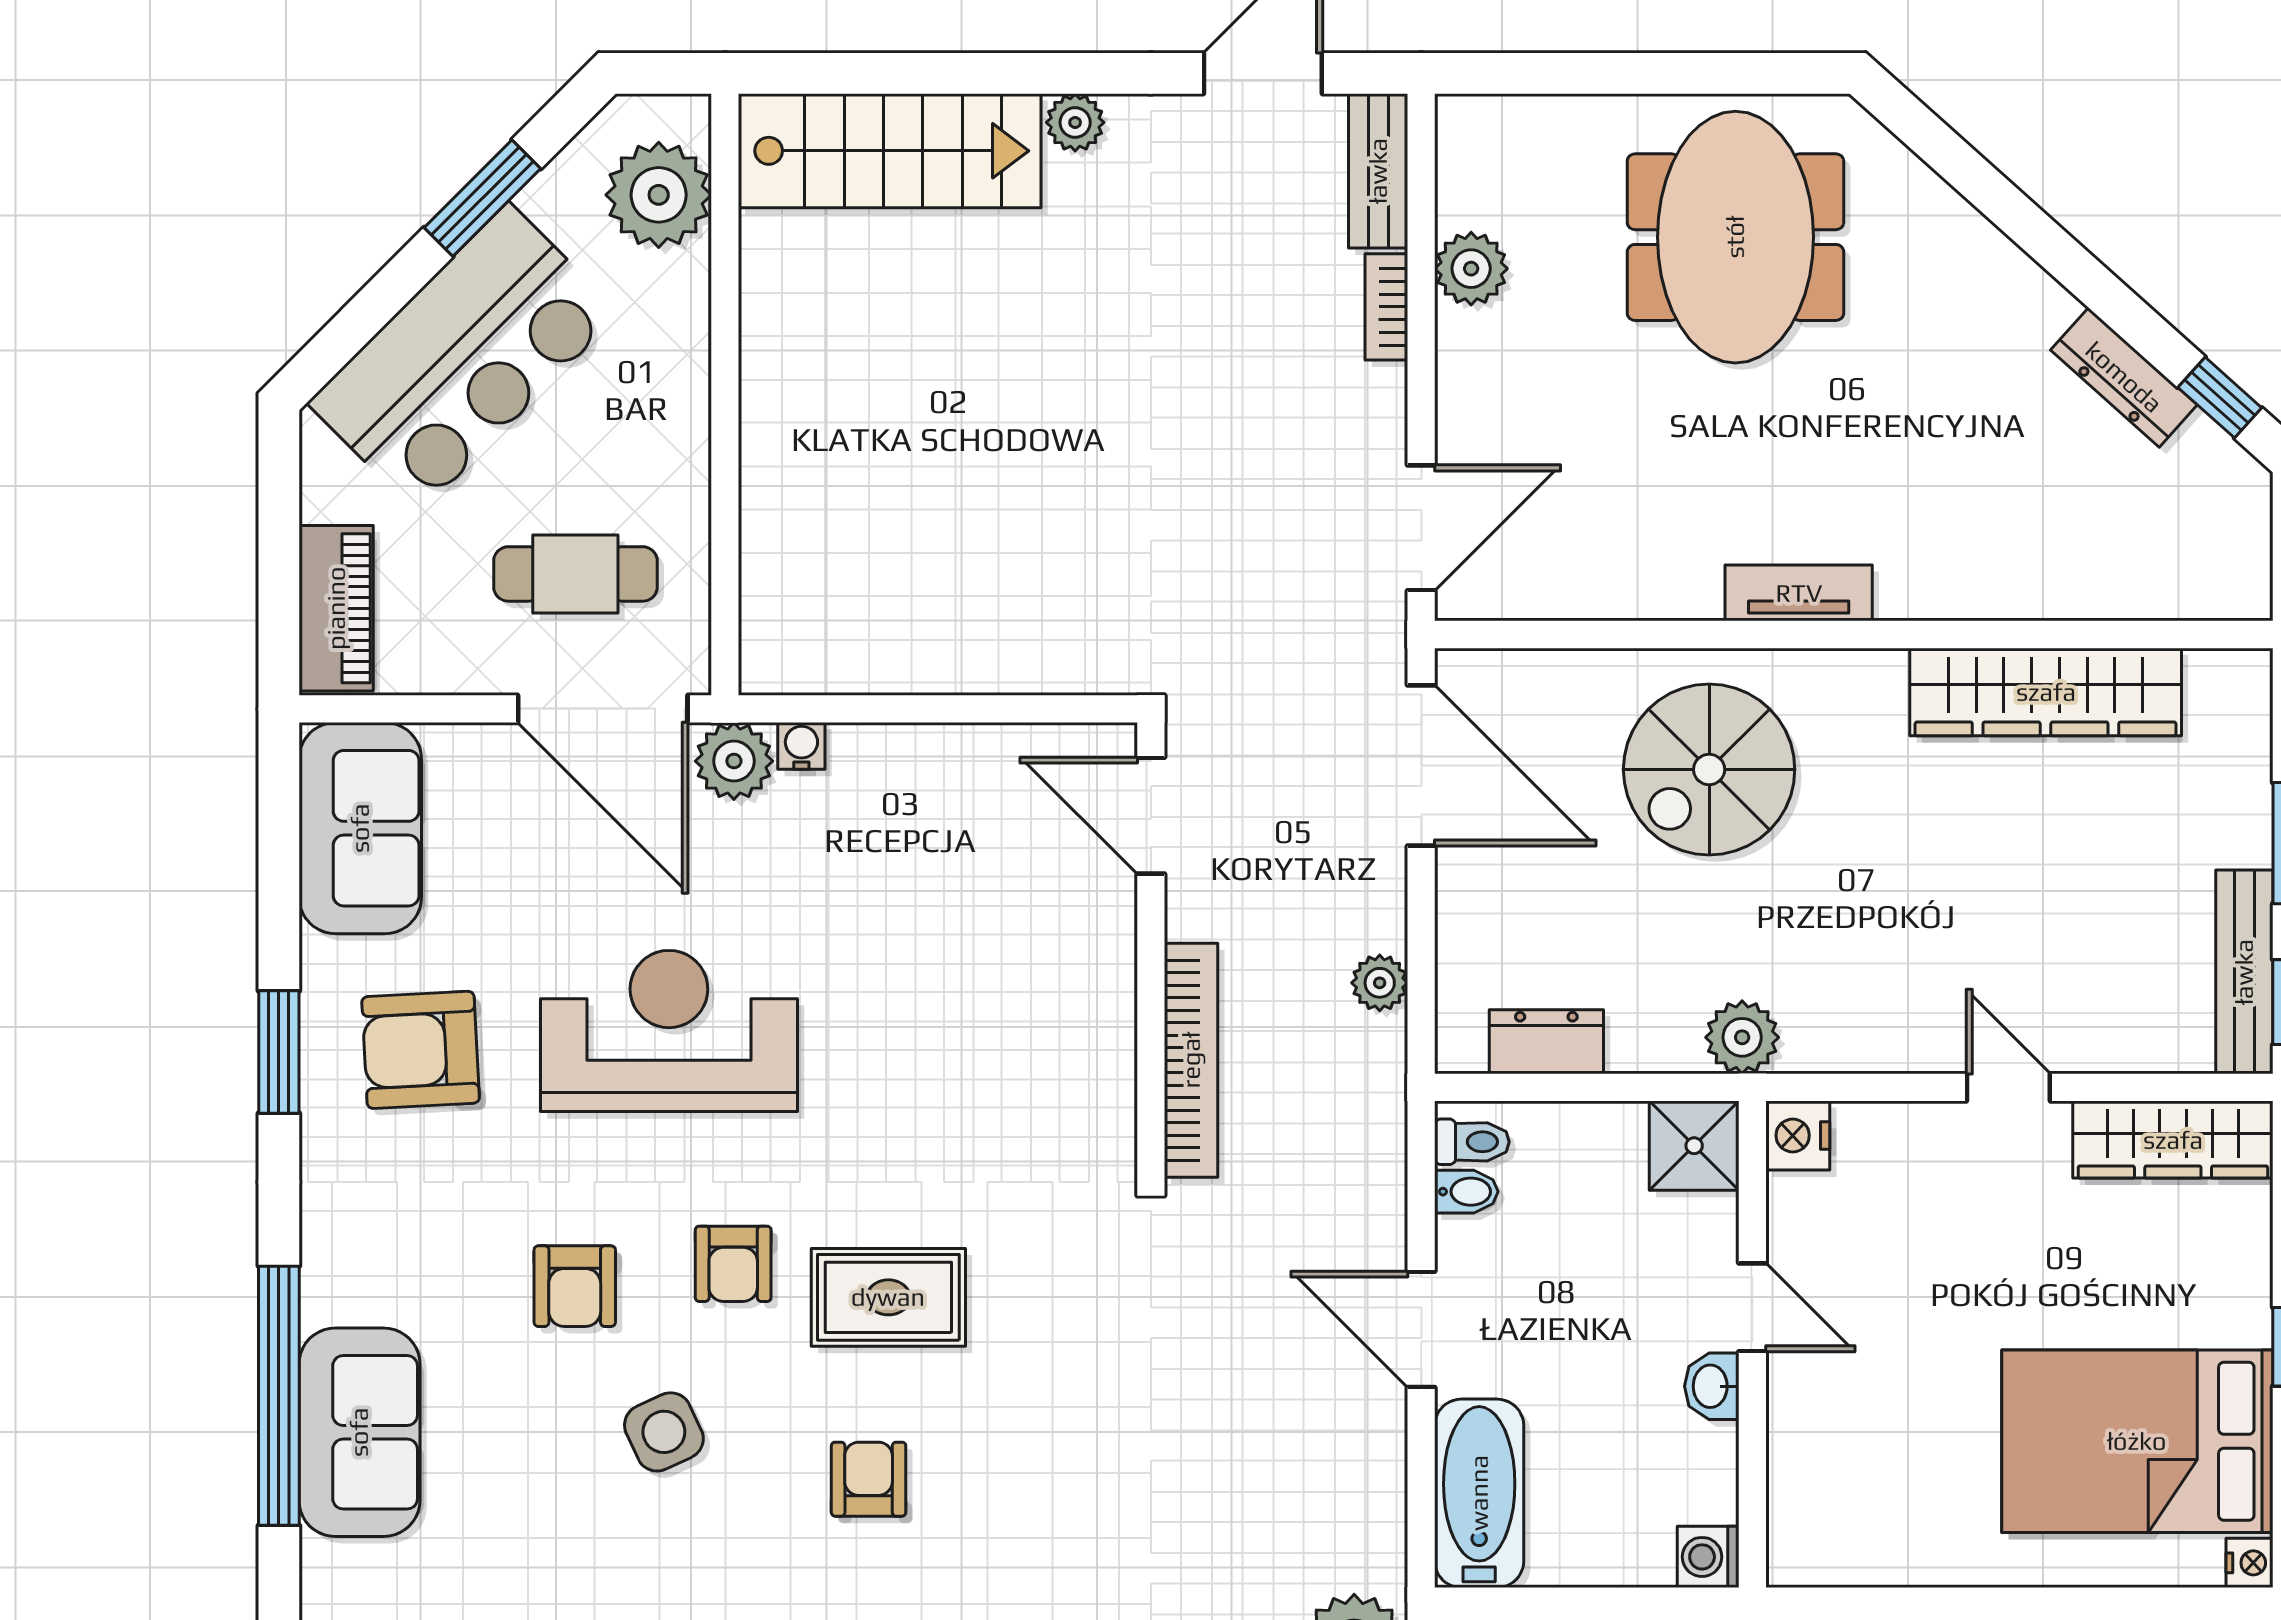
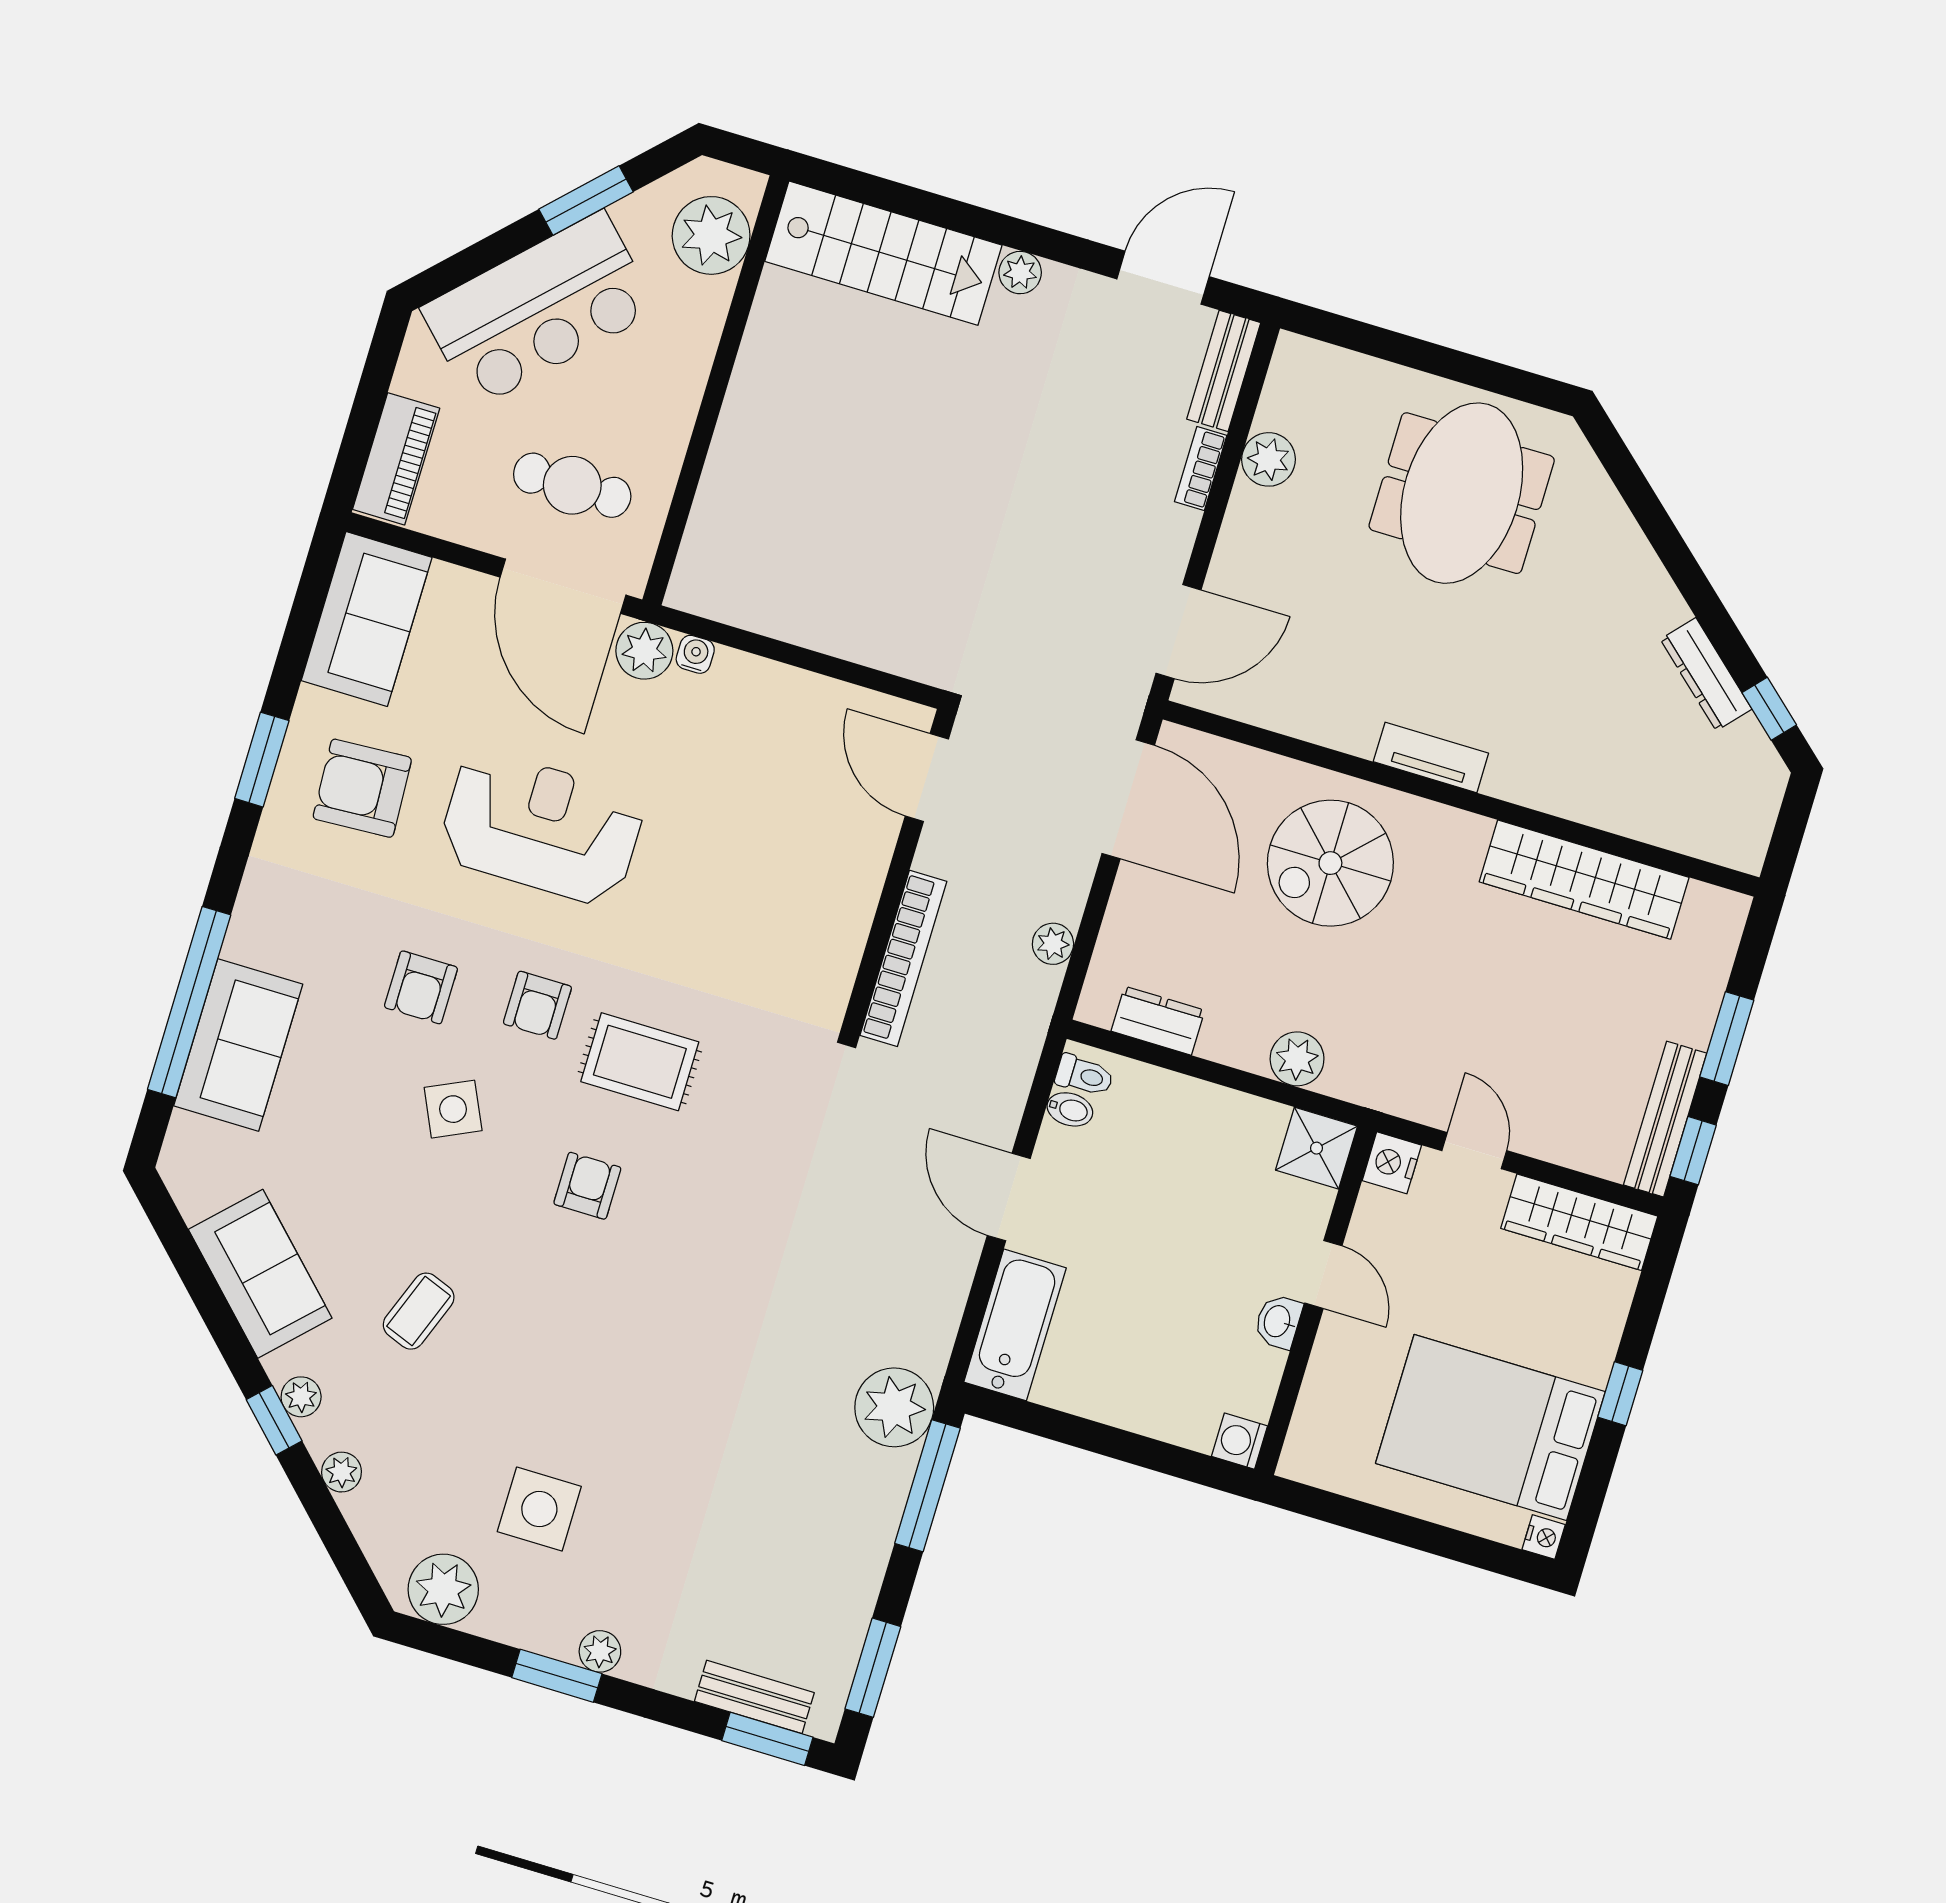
nightstand: (1798, 1135) -> (1392, 1163), moved
shower: (1694, 1146) -> (1317, 1148), moved
door: (1752, 1307) -> (1323, 1274), moved
wall: (1752, 1344) -> (1316, 1301), moved
washbasin: (1712, 1386) -> (1278, 1322), moved
washing machine: (1708, 1557) -> (1239, 1441), moved

